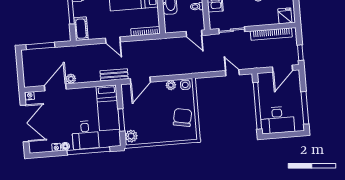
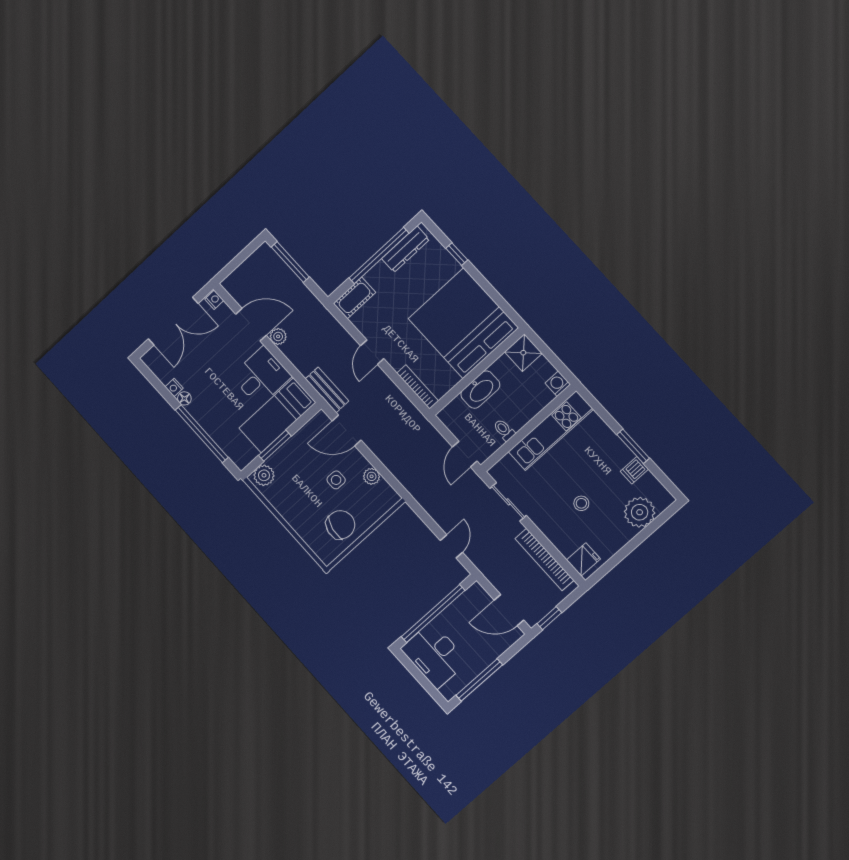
side table: (185, 85) -> (336, 480), moved
desk: (85, 135) -> (261, 376), moved, turned 180

